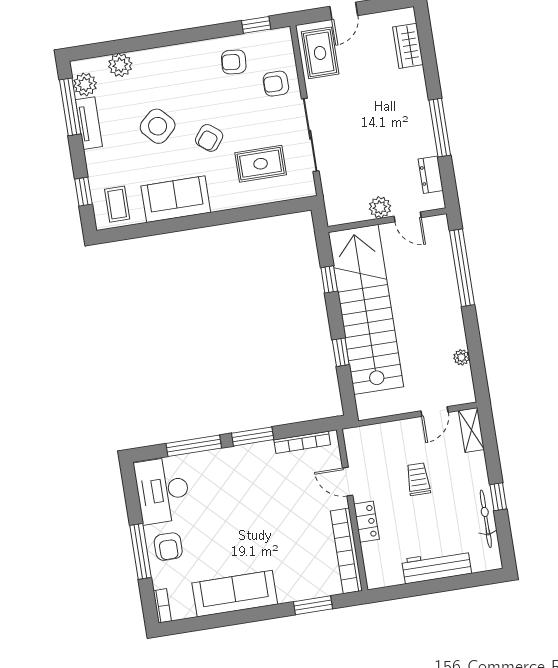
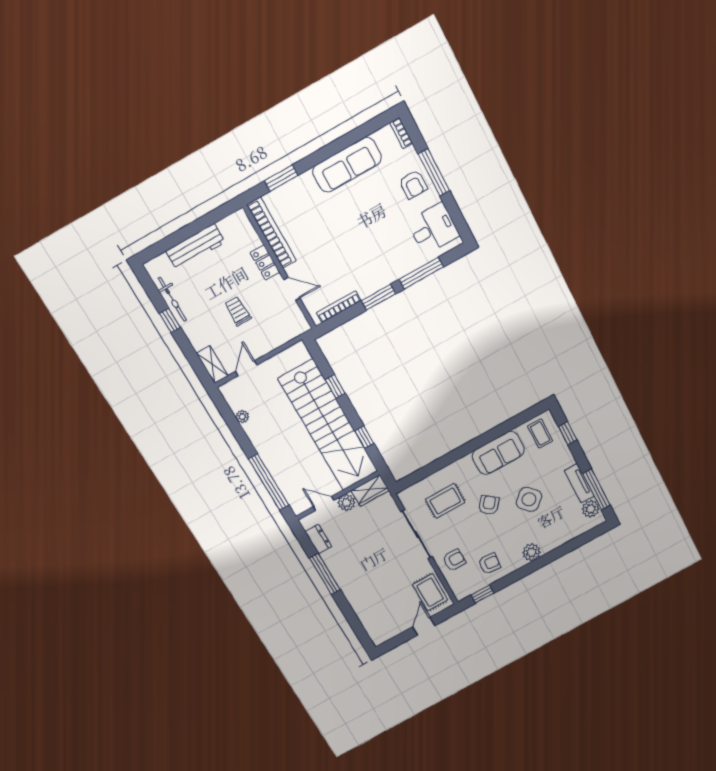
wardrobe: (408, 46) -> (370, 491), moved, turned 90
plant: (120, 65) -> (532, 552), moved
trolley: (418, 479) -> (238, 311), turned 180
desk: (163, 490) -> (433, 229), width x0.73
armchair: (168, 547) -> (413, 184), turned 180

